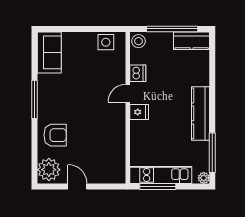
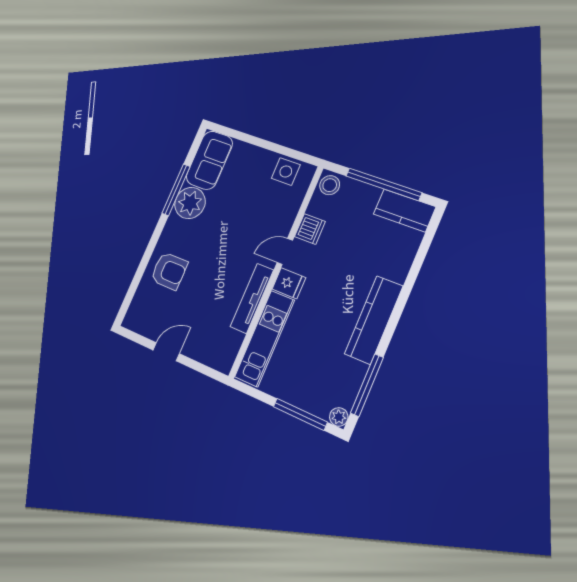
window: (34, 99) -> (176, 190), moved
tv unit: (119, 130) -> (252, 298), added
plant: (49, 170) -> (190, 203), moved
kitchen unit: (161, 175) -> (265, 339), moved, turned 90
door: (77, 187) -> (166, 352), hinge flipped
window: (158, 187) -> (300, 414), moved

